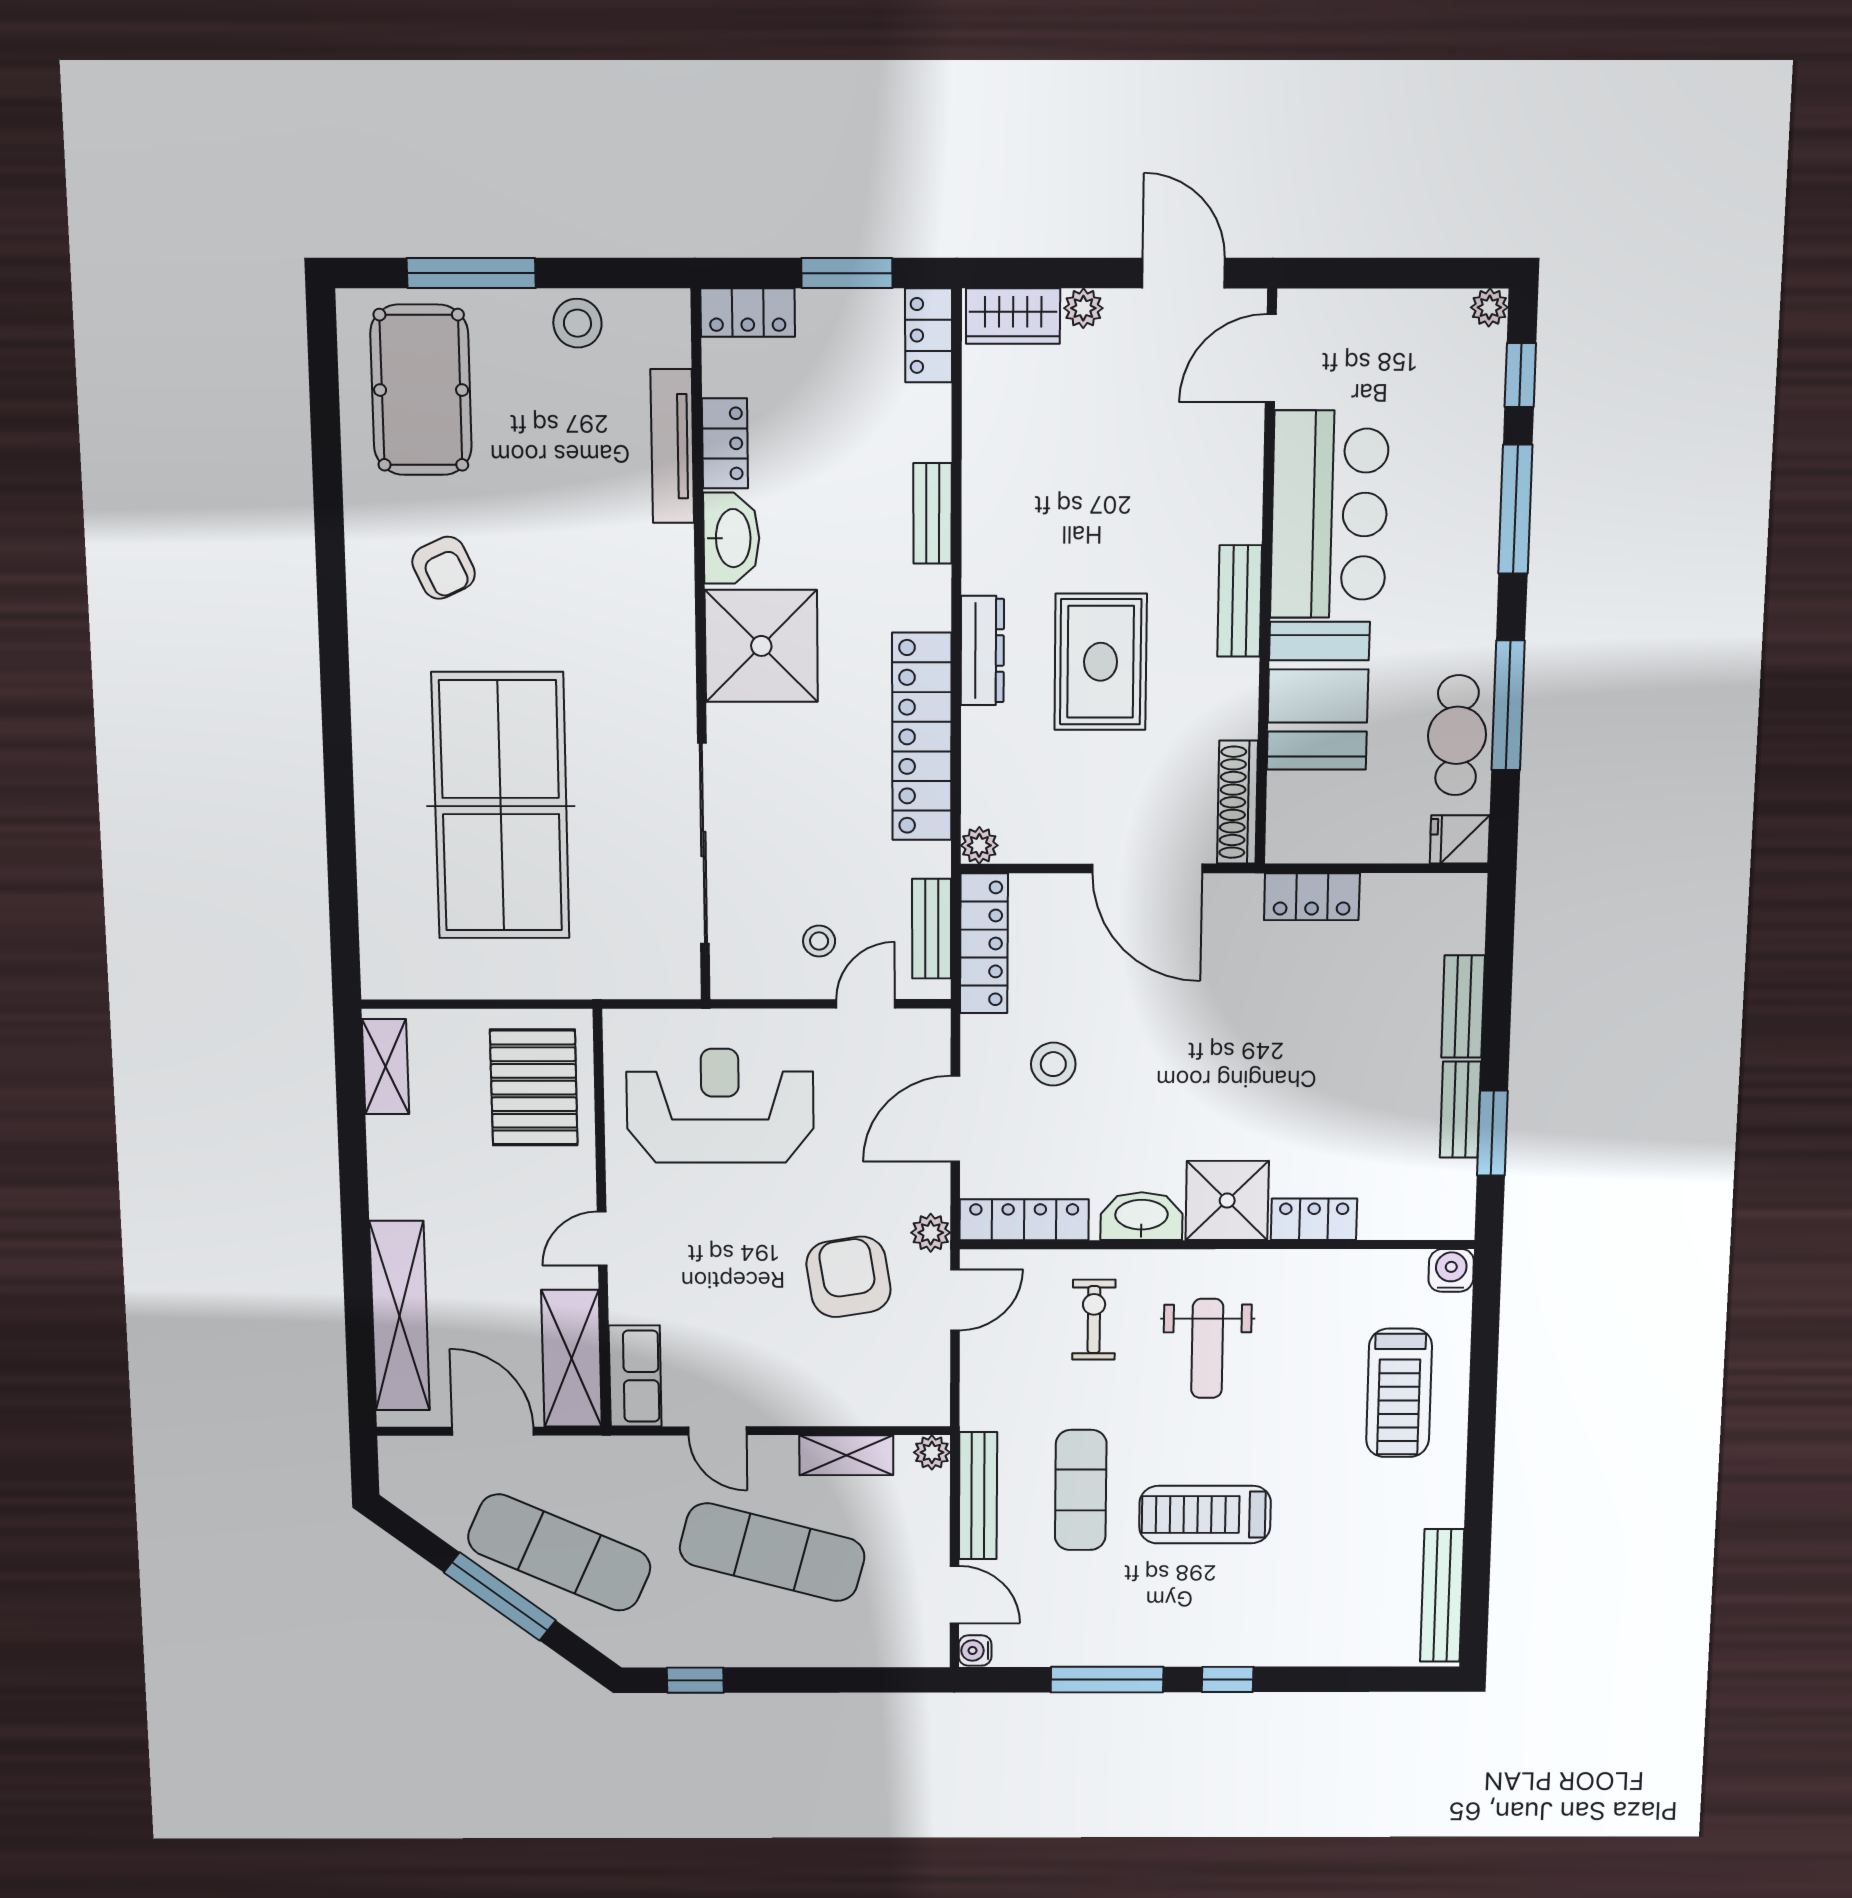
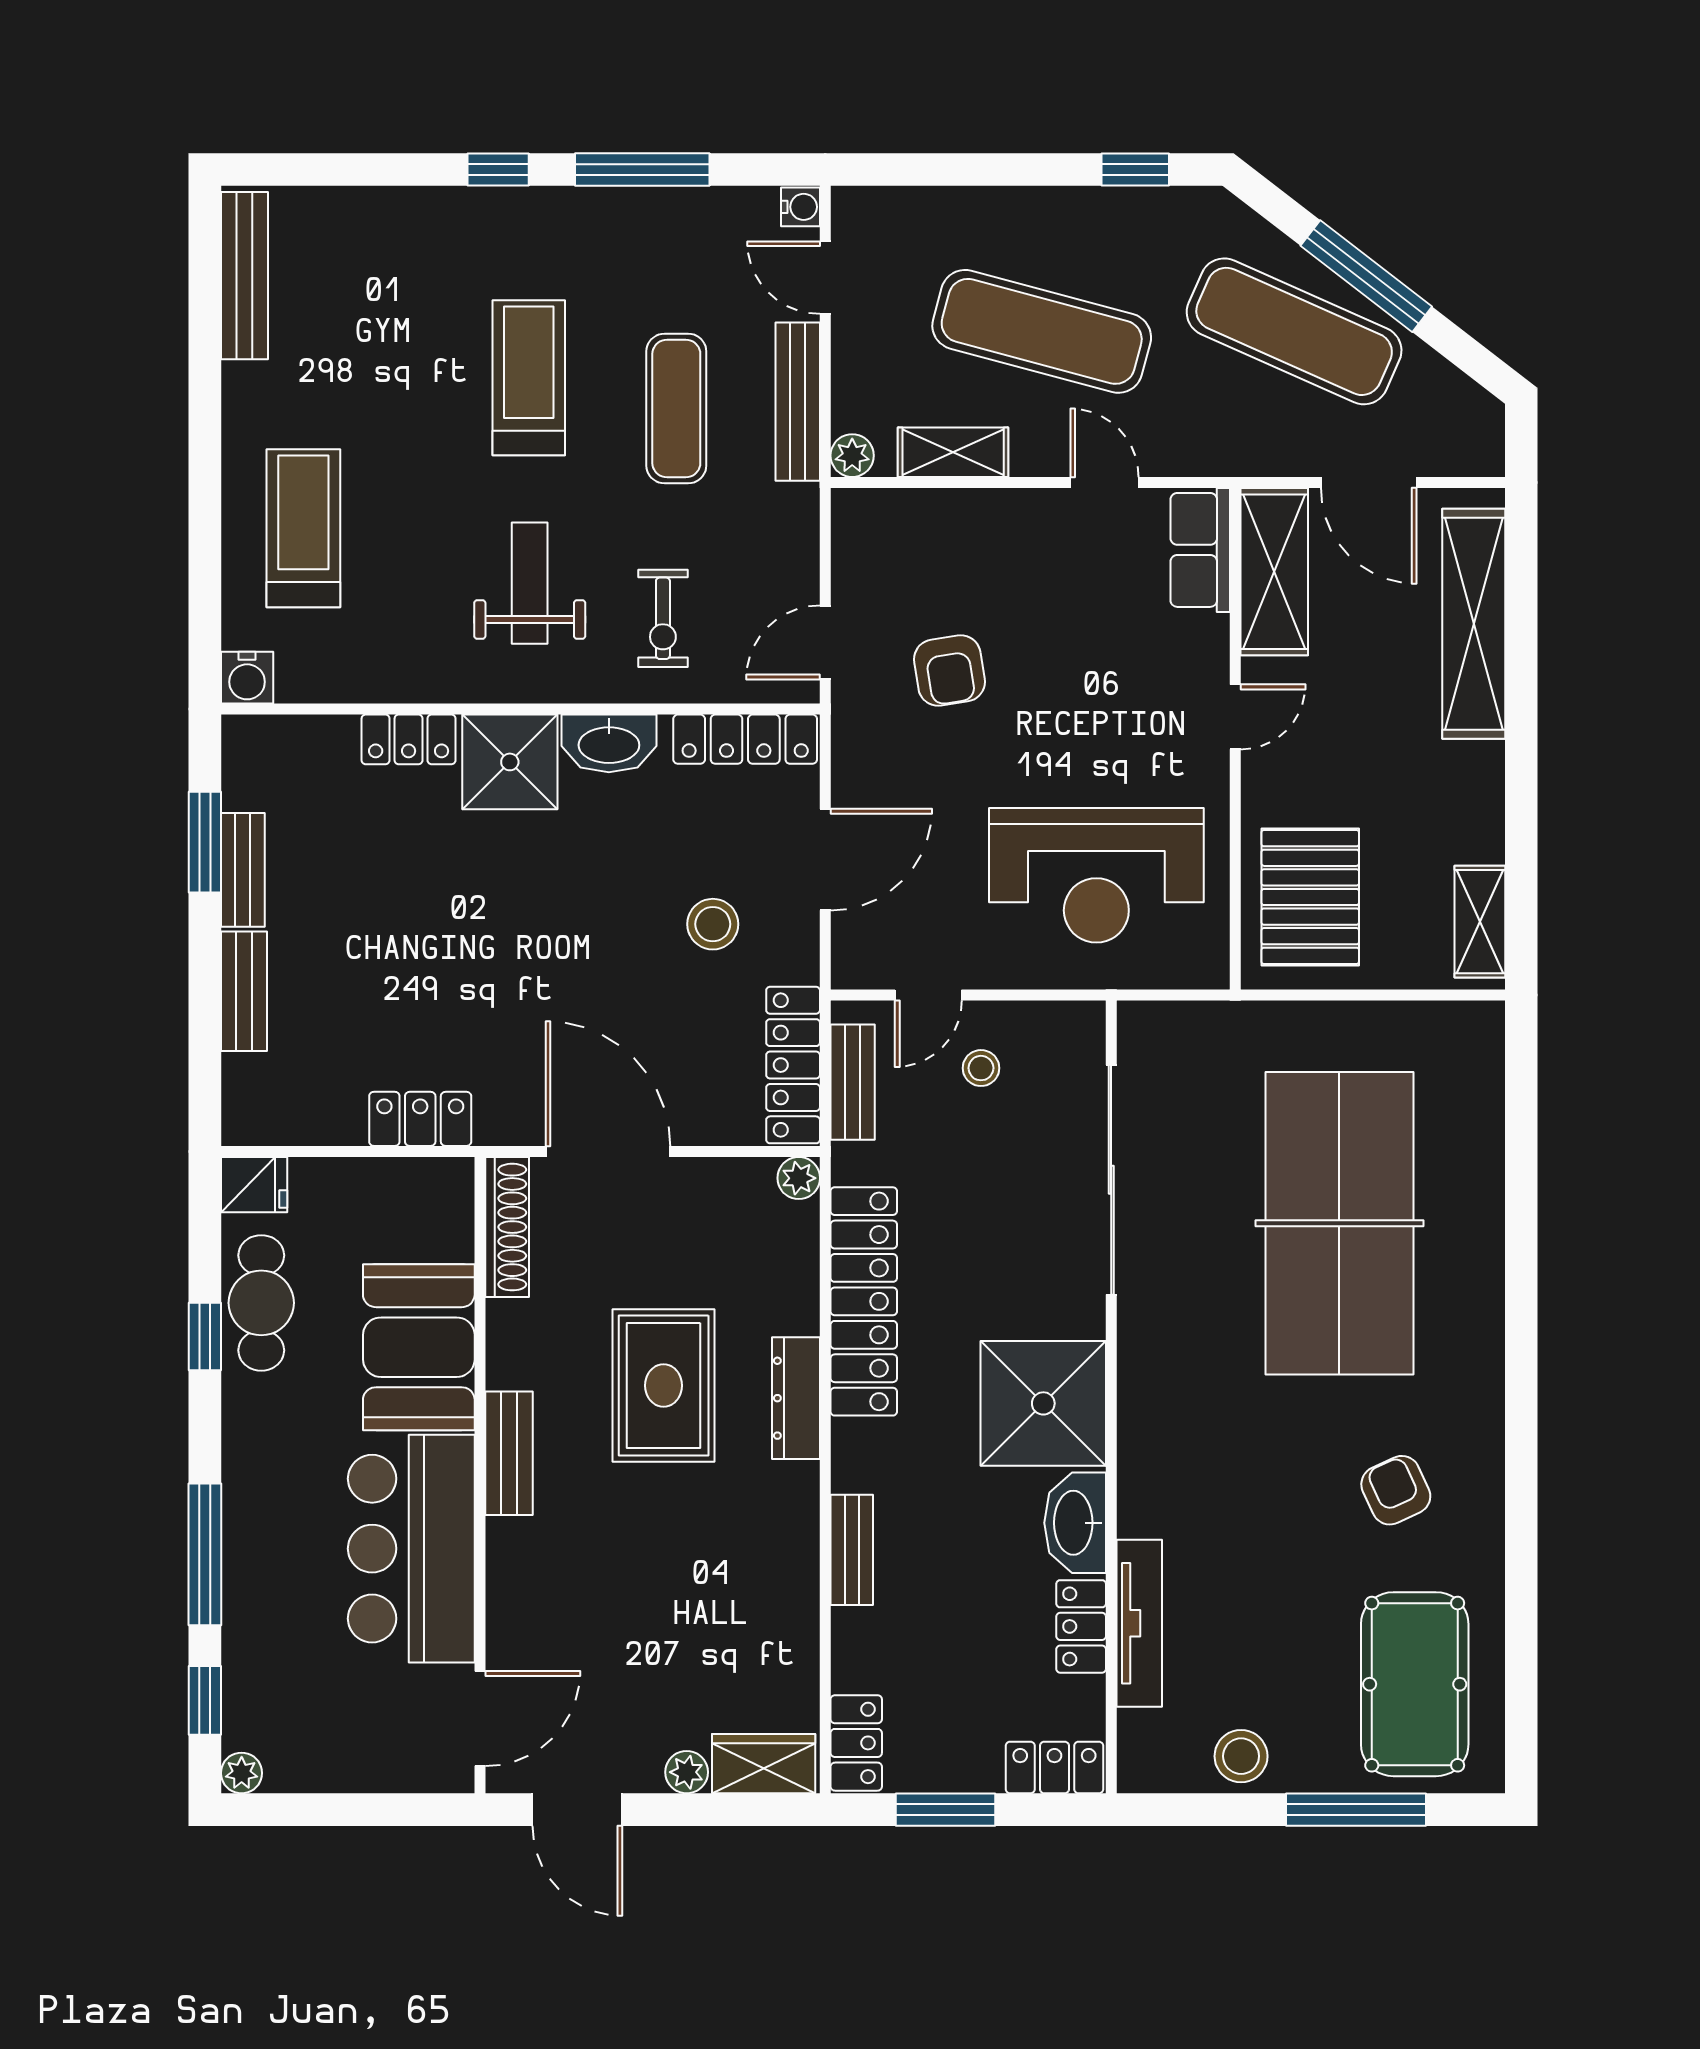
window: (1508, 705) -> (205, 1337), width x0.46
plant: (931, 1233) -> (854, 724), removed
armchair: (848, 1277) -> (949, 671), width x0.72, depth x0.72
treadmill: (1205, 1515) -> (529, 378), turned -90

